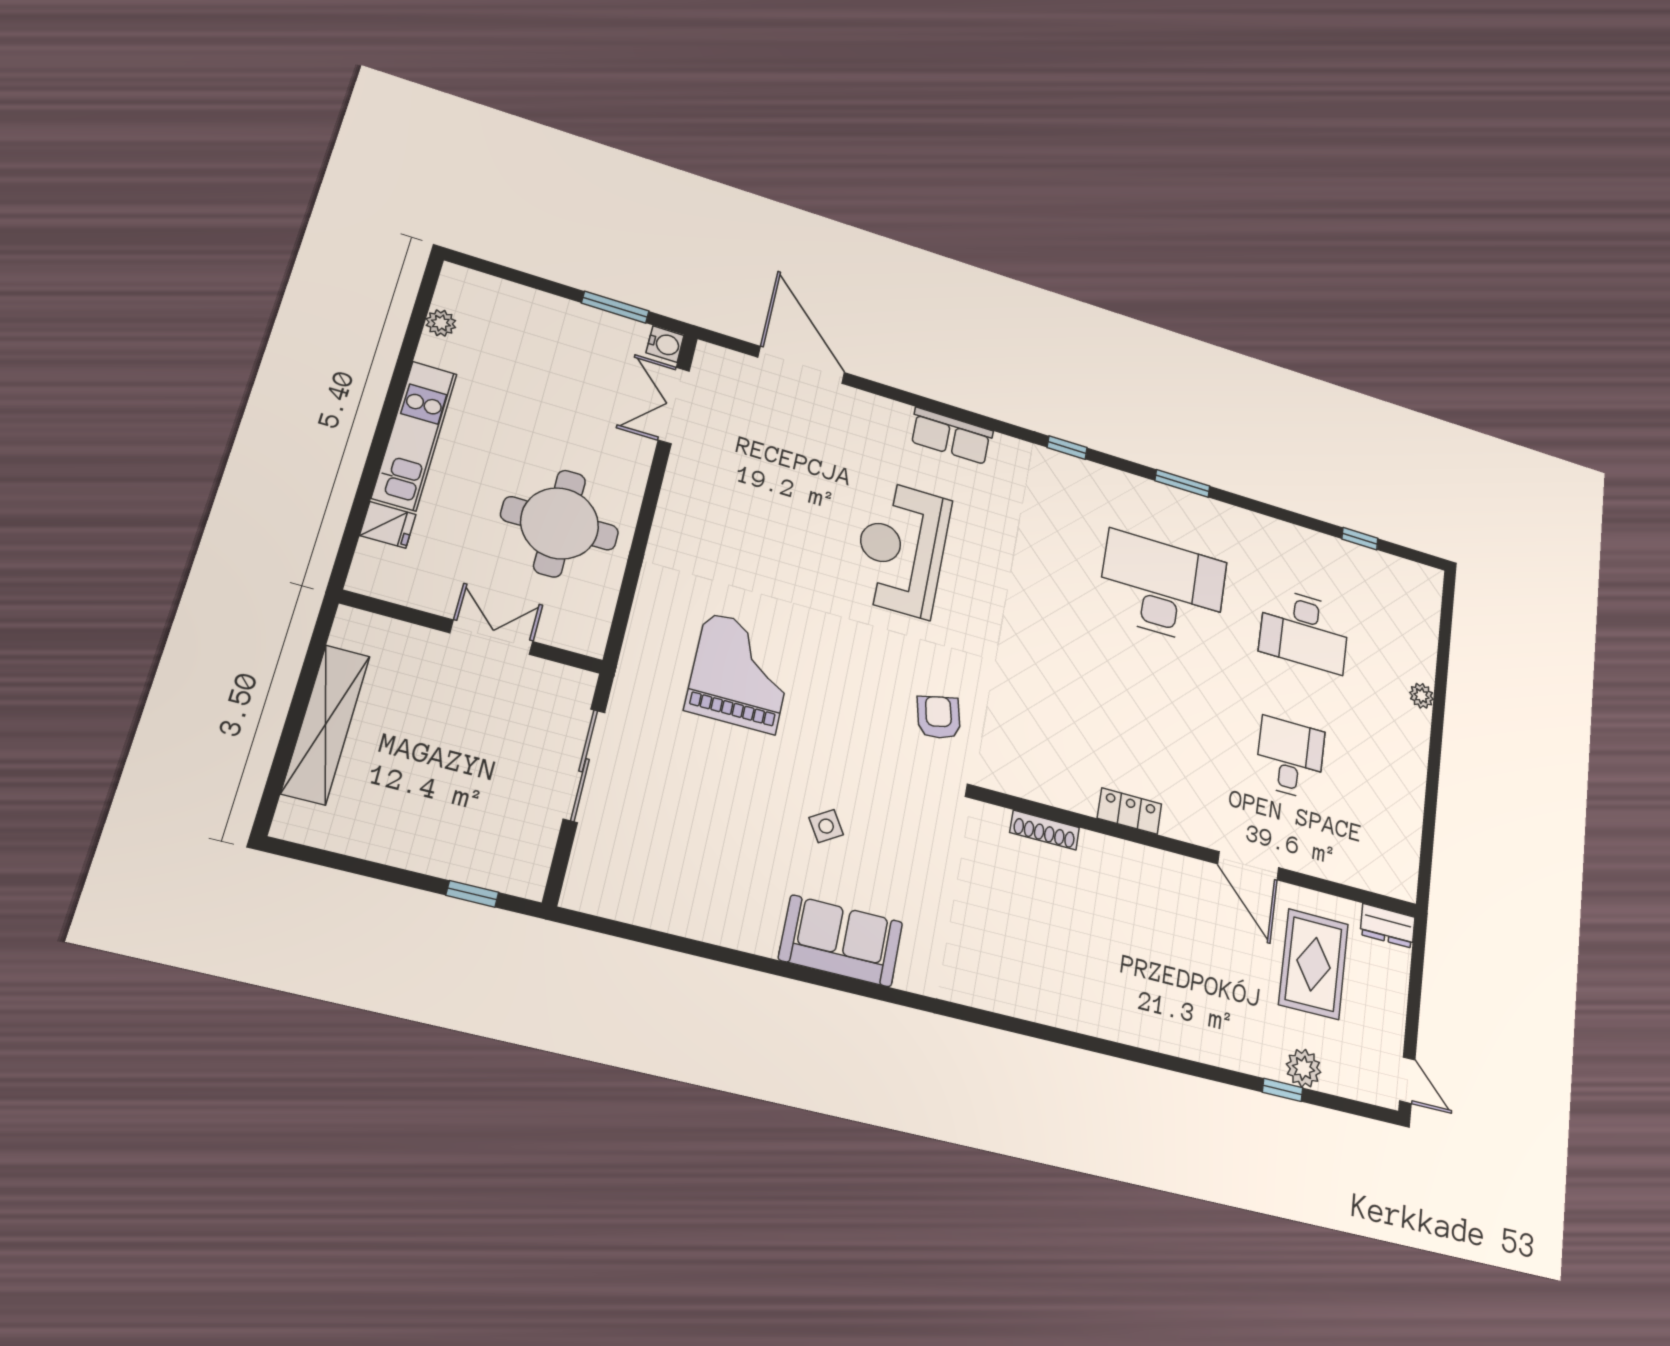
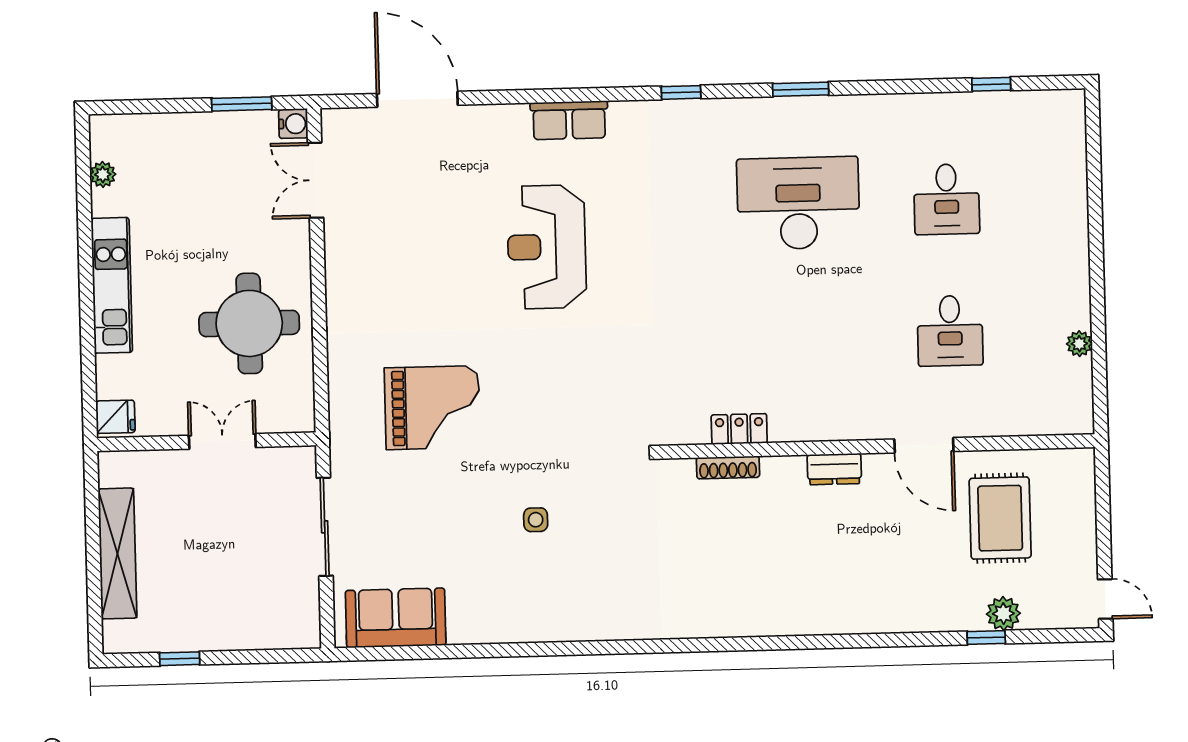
fridge: (388, 525) -> (115, 417), moved
desk: (1304, 630) -> (947, 199), width x0.73
grand piano: (741, 673) -> (432, 408), turned 90
plant: (1422, 696) -> (1079, 344), moved
armchair: (939, 717) -> (613, 394), removed
desk: (1290, 758) -> (950, 331), turned 180
locker: (1129, 811) -> (739, 429), moved
side table: (826, 826) -> (536, 520), turned 32
window: (472, 894) -> (180, 659), moved
dresser: (1388, 926) -> (834, 469), moved
sofa: (841, 941) -> (396, 618), moved

